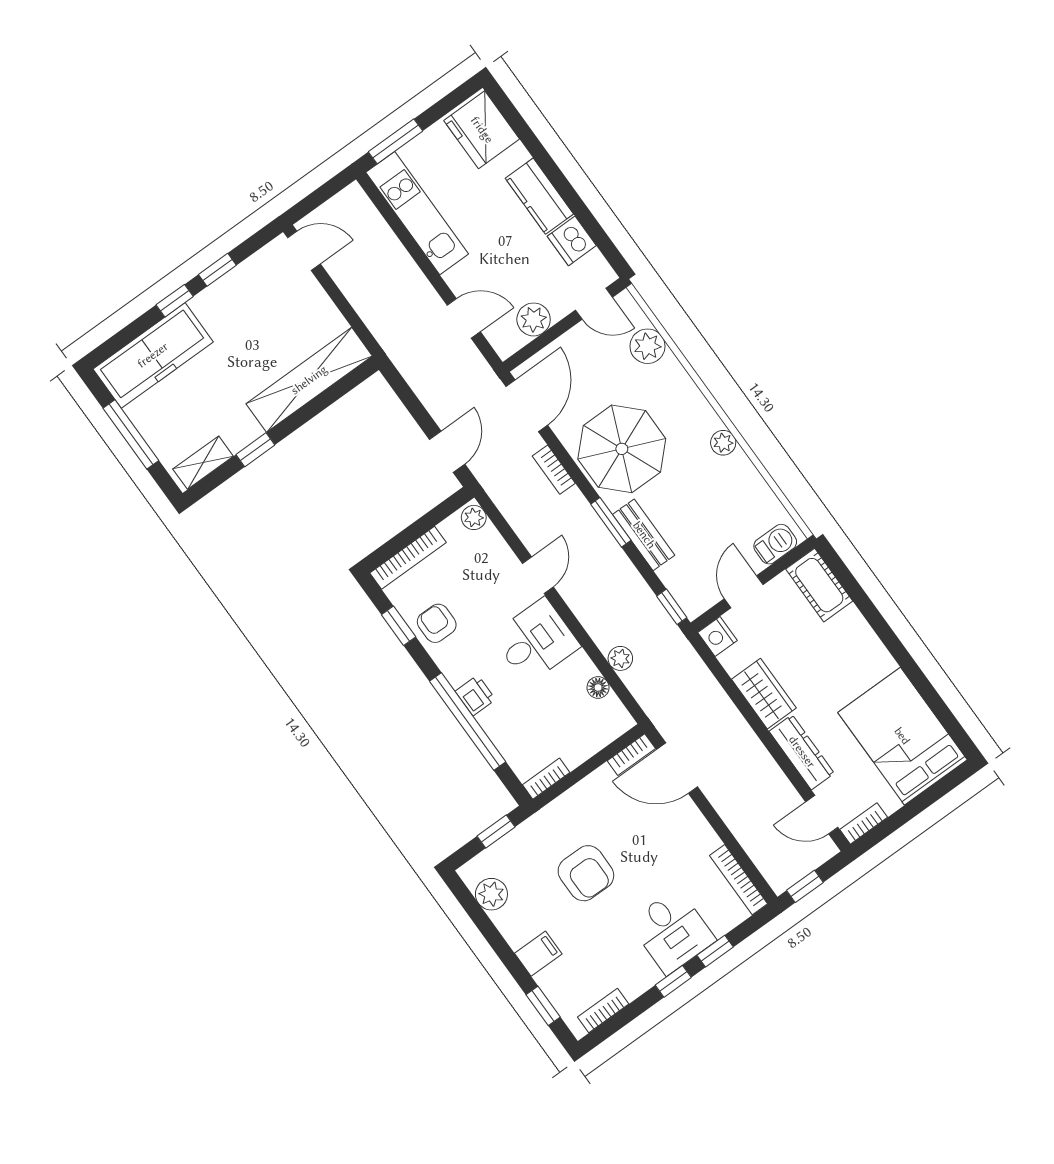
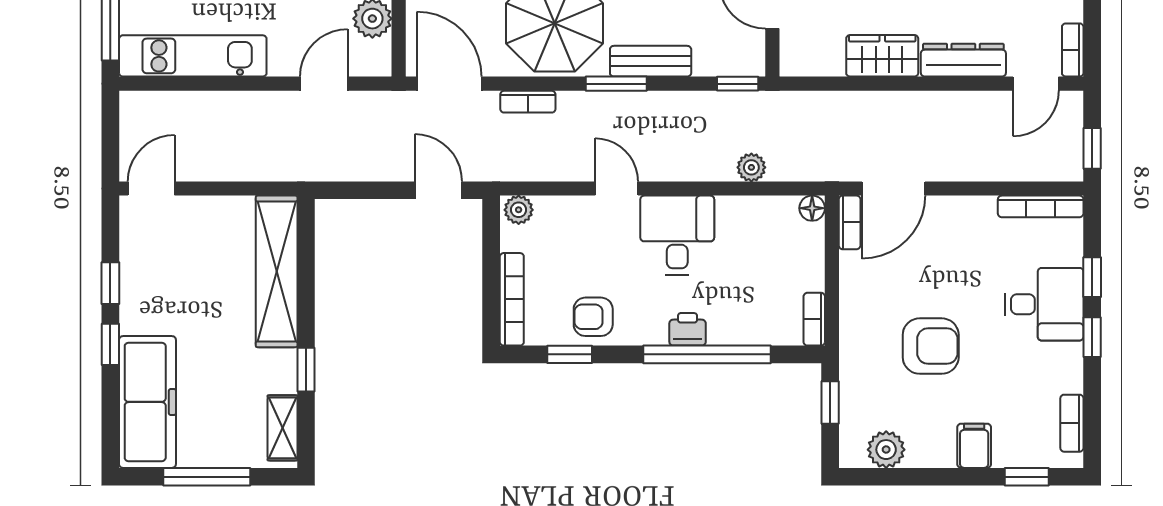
nightstand: (718, 636) -> (797, 61), removed
floor lamp: (598, 687) -> (812, 208), moved

